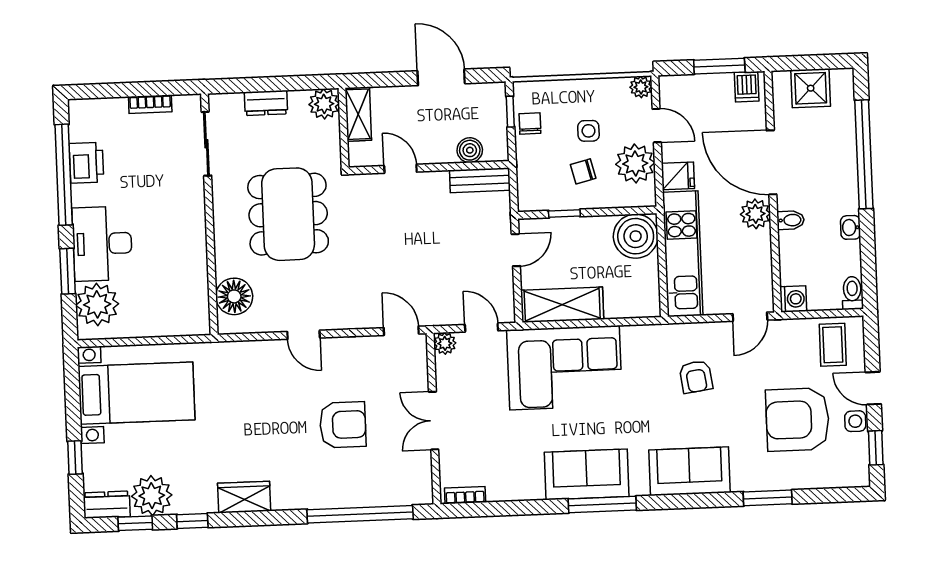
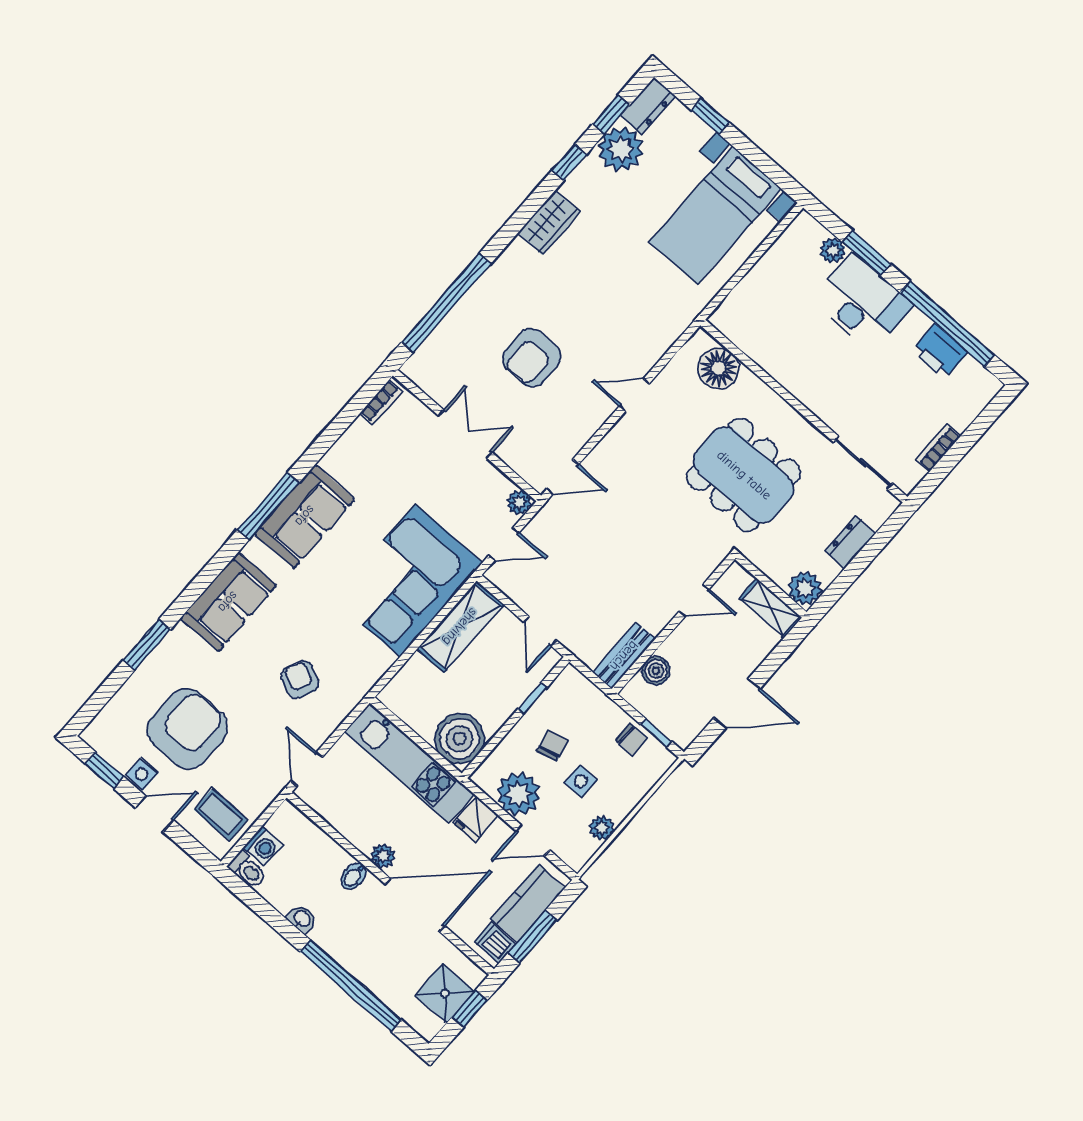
window: (805, 63) -> (470, 1009), added
plant: (641, 87) -> (602, 828), moved
kitchen counter: (701, 90) -> (528, 903), added
plant: (755, 214) -> (383, 856), width x0.73, depth x0.73
washing machine: (793, 299) -> (263, 846), moved, turned -90
plant: (97, 304) -> (833, 250), width x0.53, depth x0.53
armchair: (696, 377) -> (300, 680), turned 32

